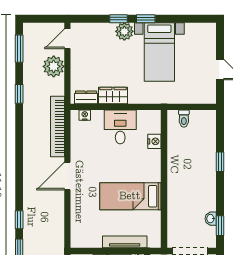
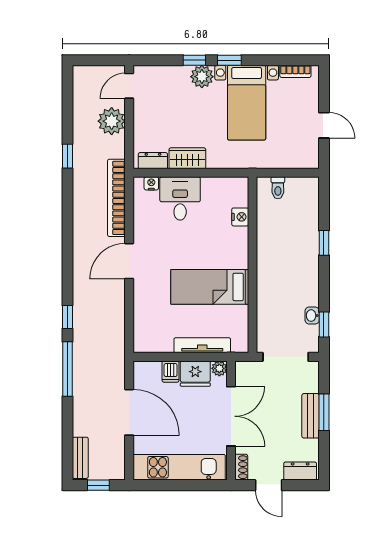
bookcase: (198, 27) -> (295, 71), added
window: (19, 49) -> (67, 98), removed
desk: (120, 127) -> (180, 198), moved

